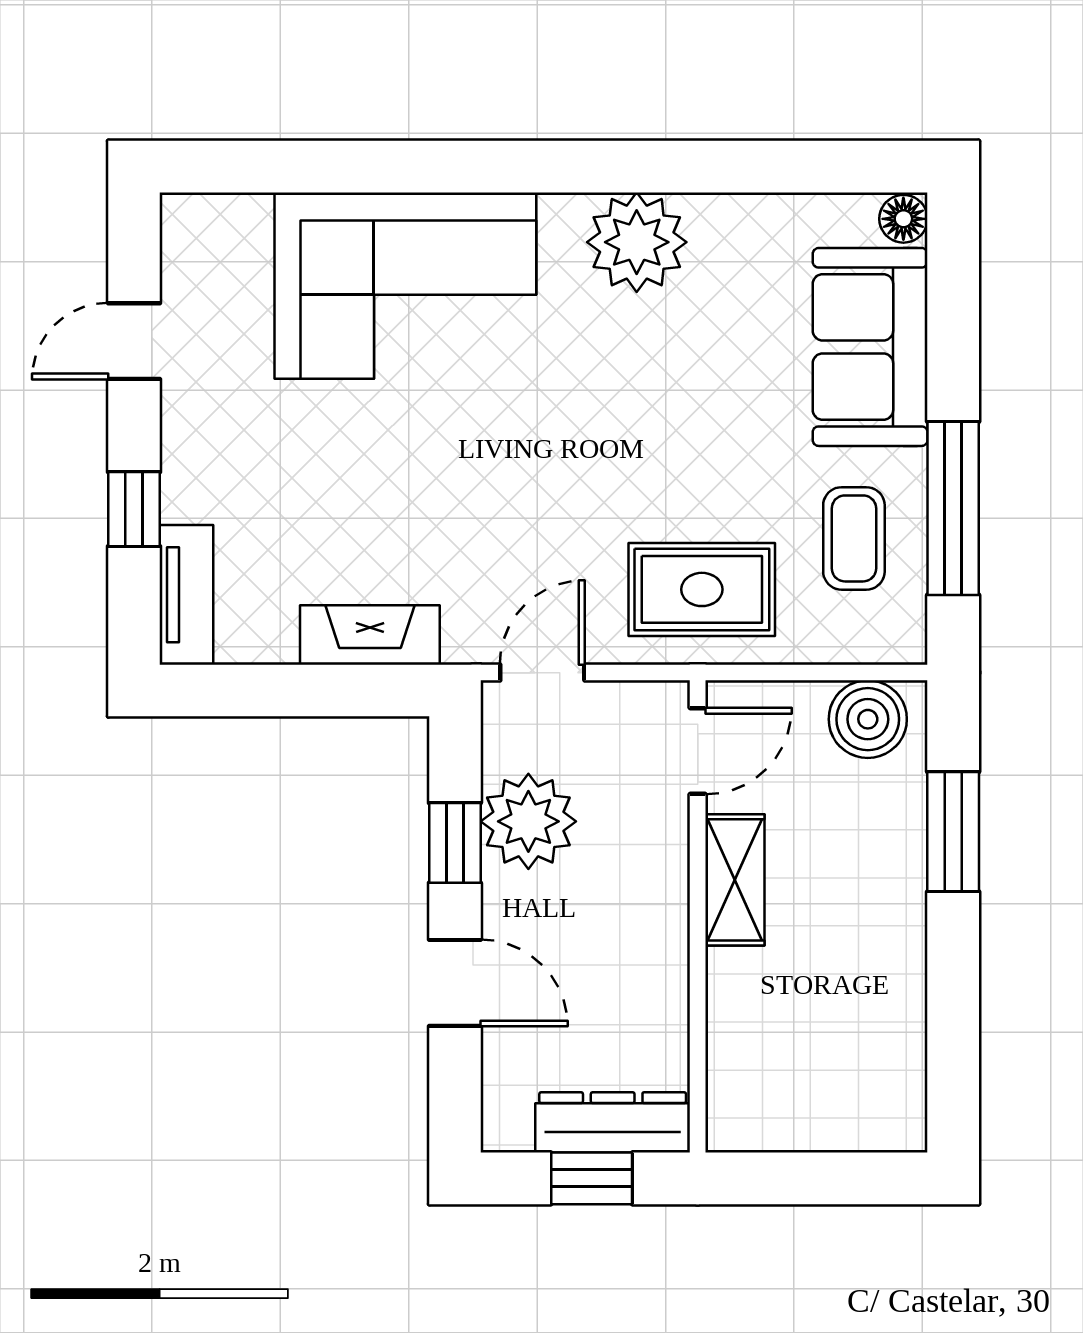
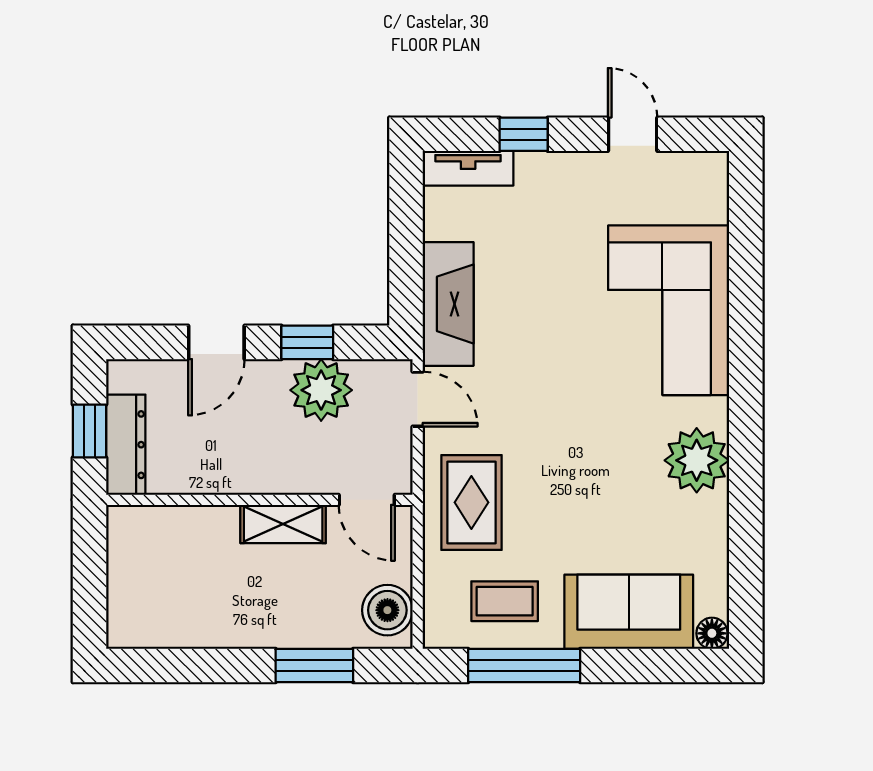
fireplace: (370, 635) -> (448, 304), width x1.37, depth x1.32

